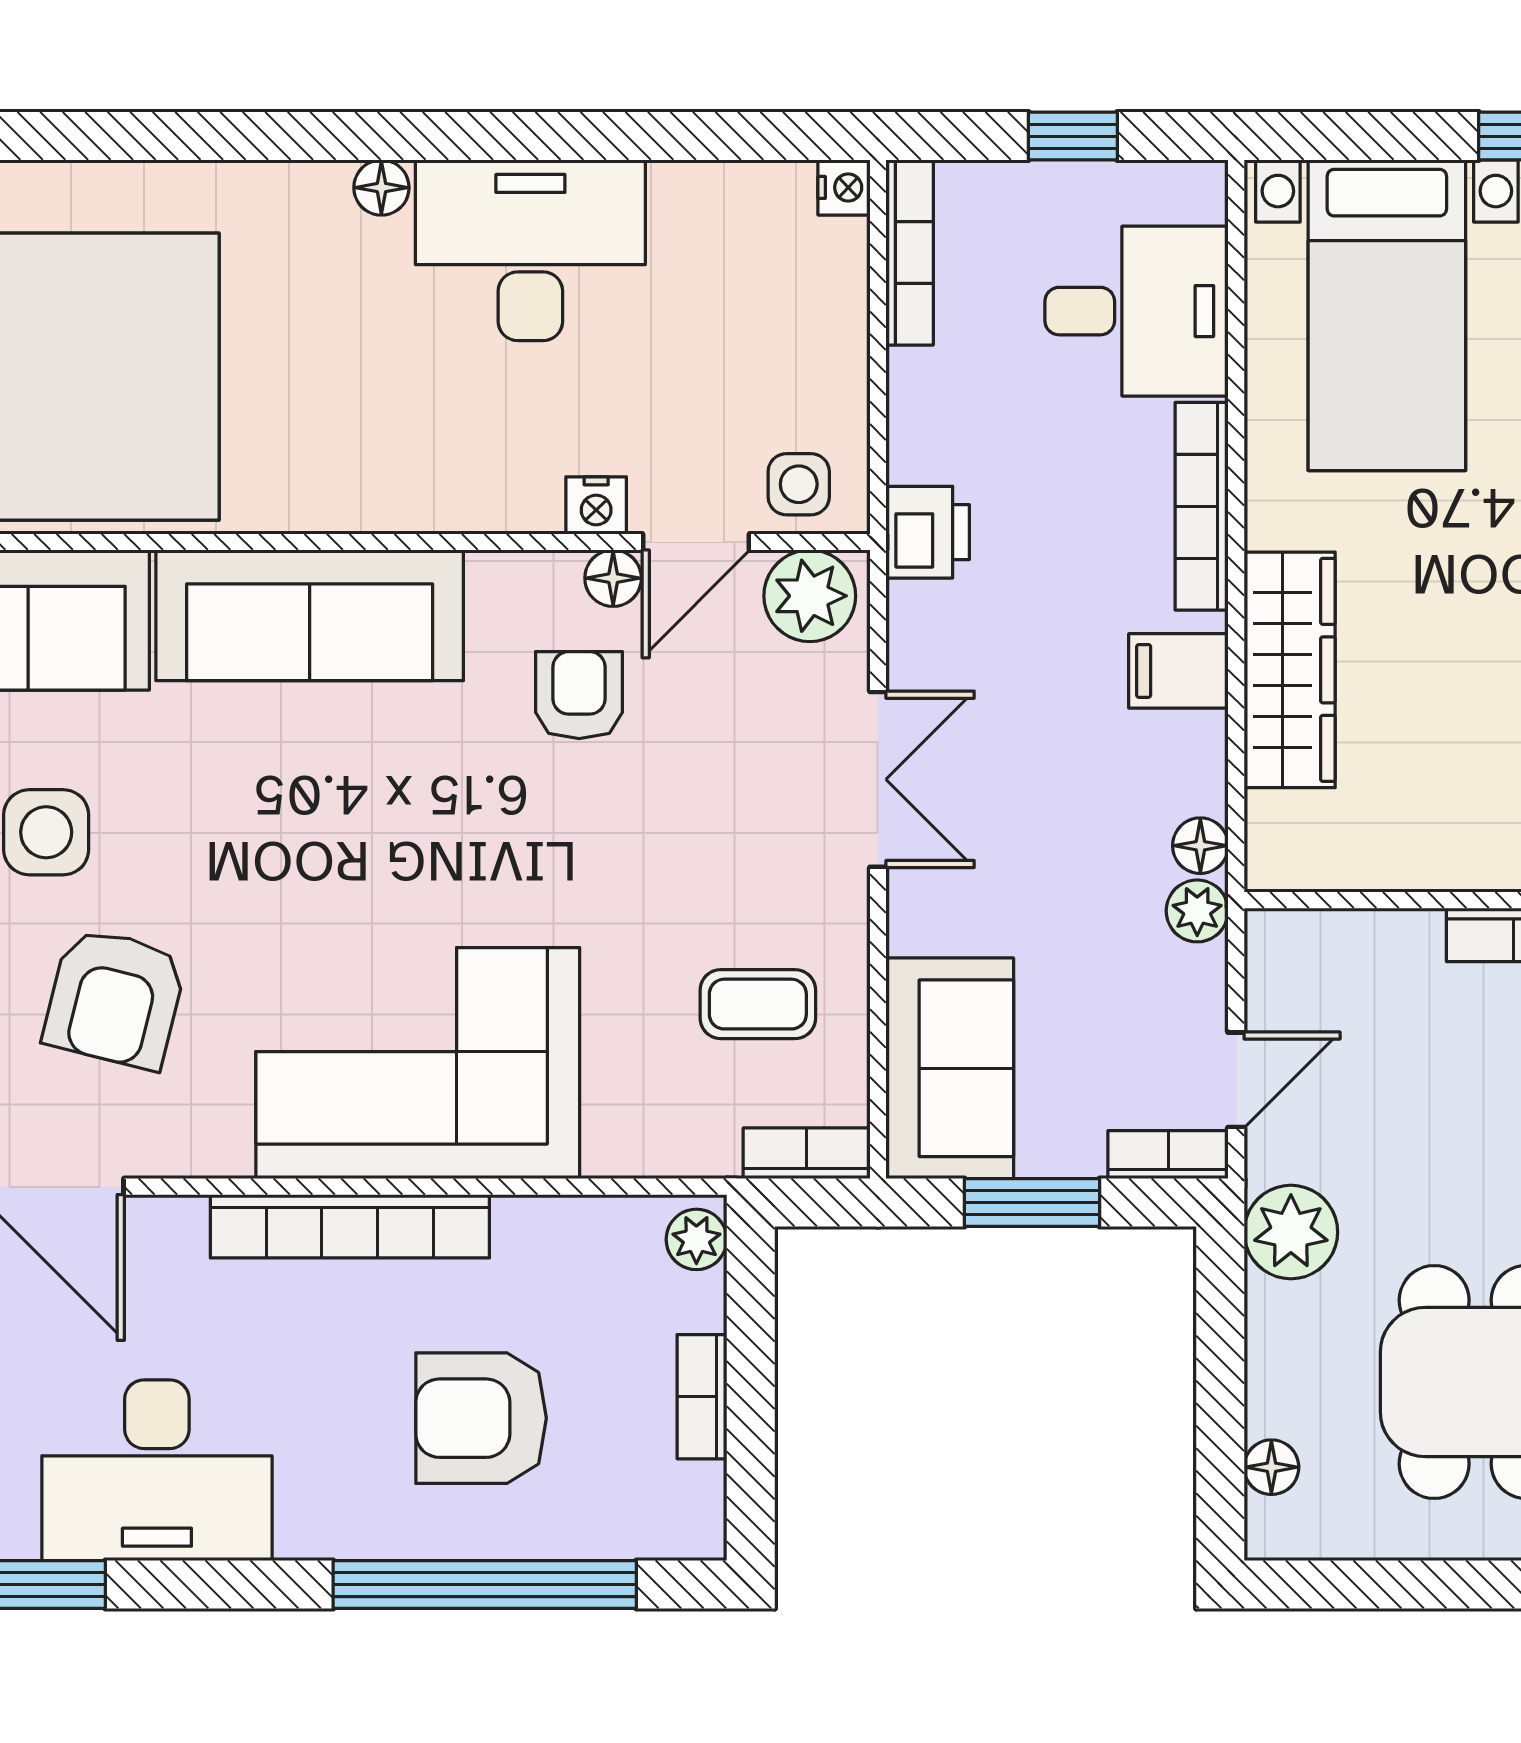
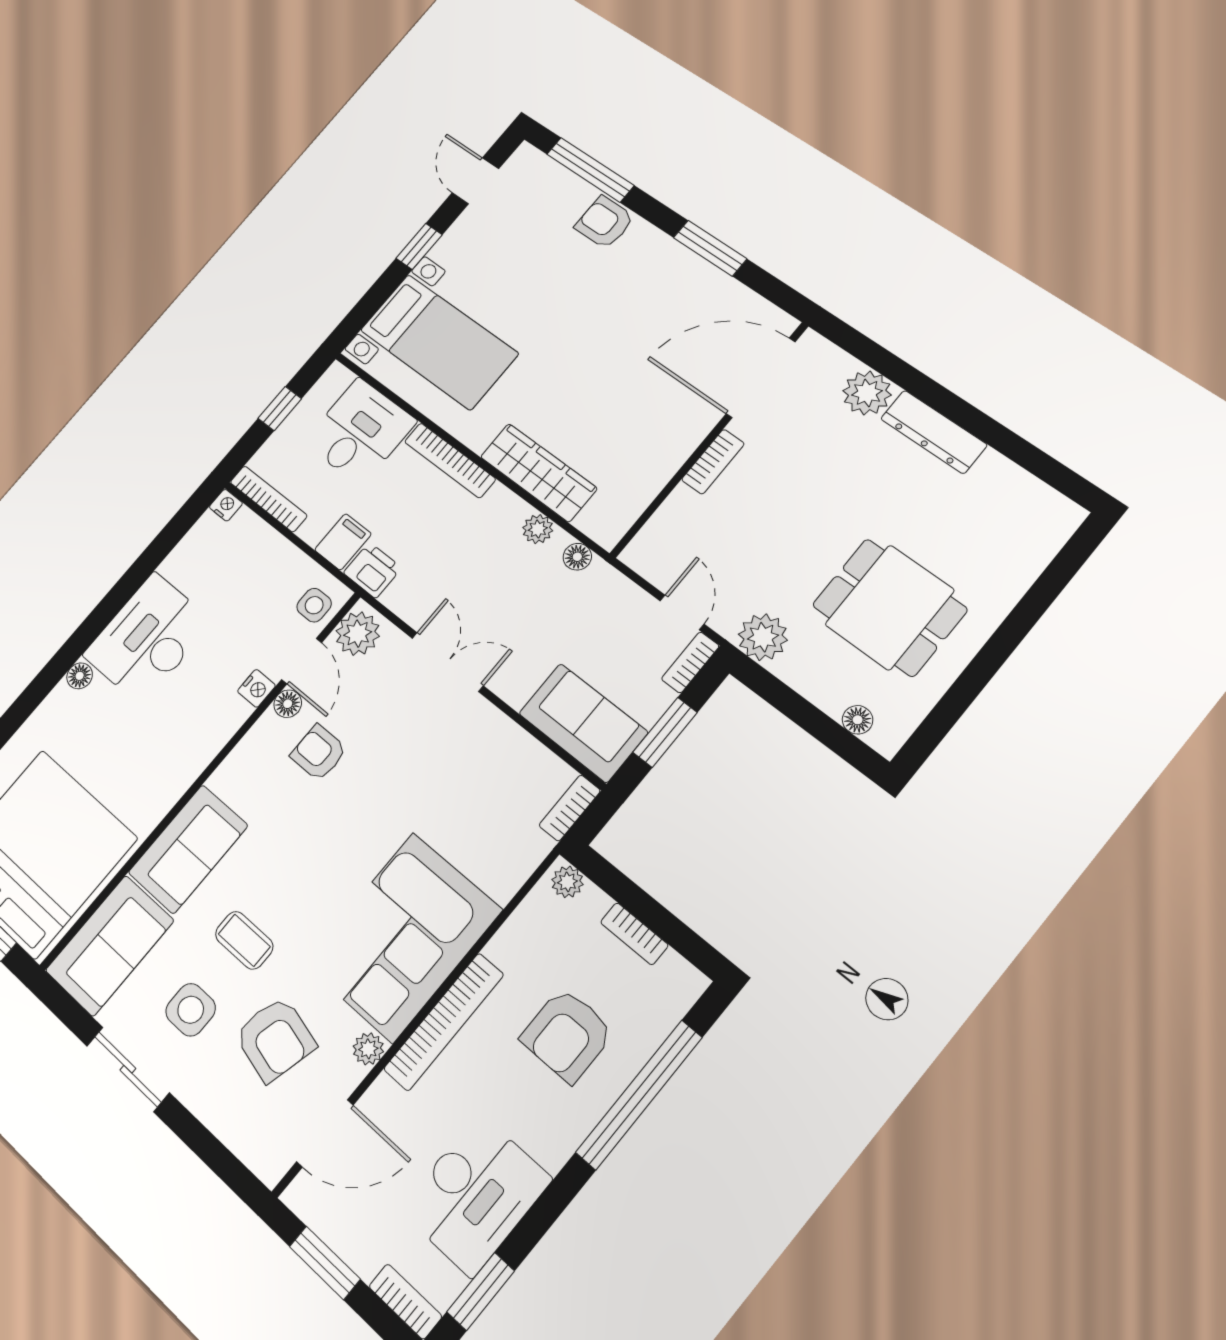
sofa: (310, 615) -> (188, 849), width x0.73
filing cabinet: (1178, 671) -> (343, 542), moved, turned 180
plant: (1197, 911) -> (538, 529), moved
coffee table: (758, 1004) -> (244, 940), moved, turned 90
plant: (219, 1149) -> (368, 1049), added

